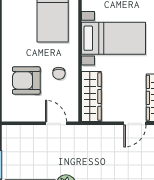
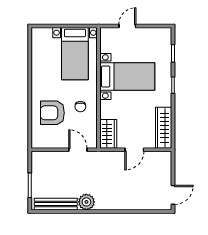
wardrobe: (91, 96) -> (108, 134), width x0.67
door: (135, 123) -> (134, 150), moved

